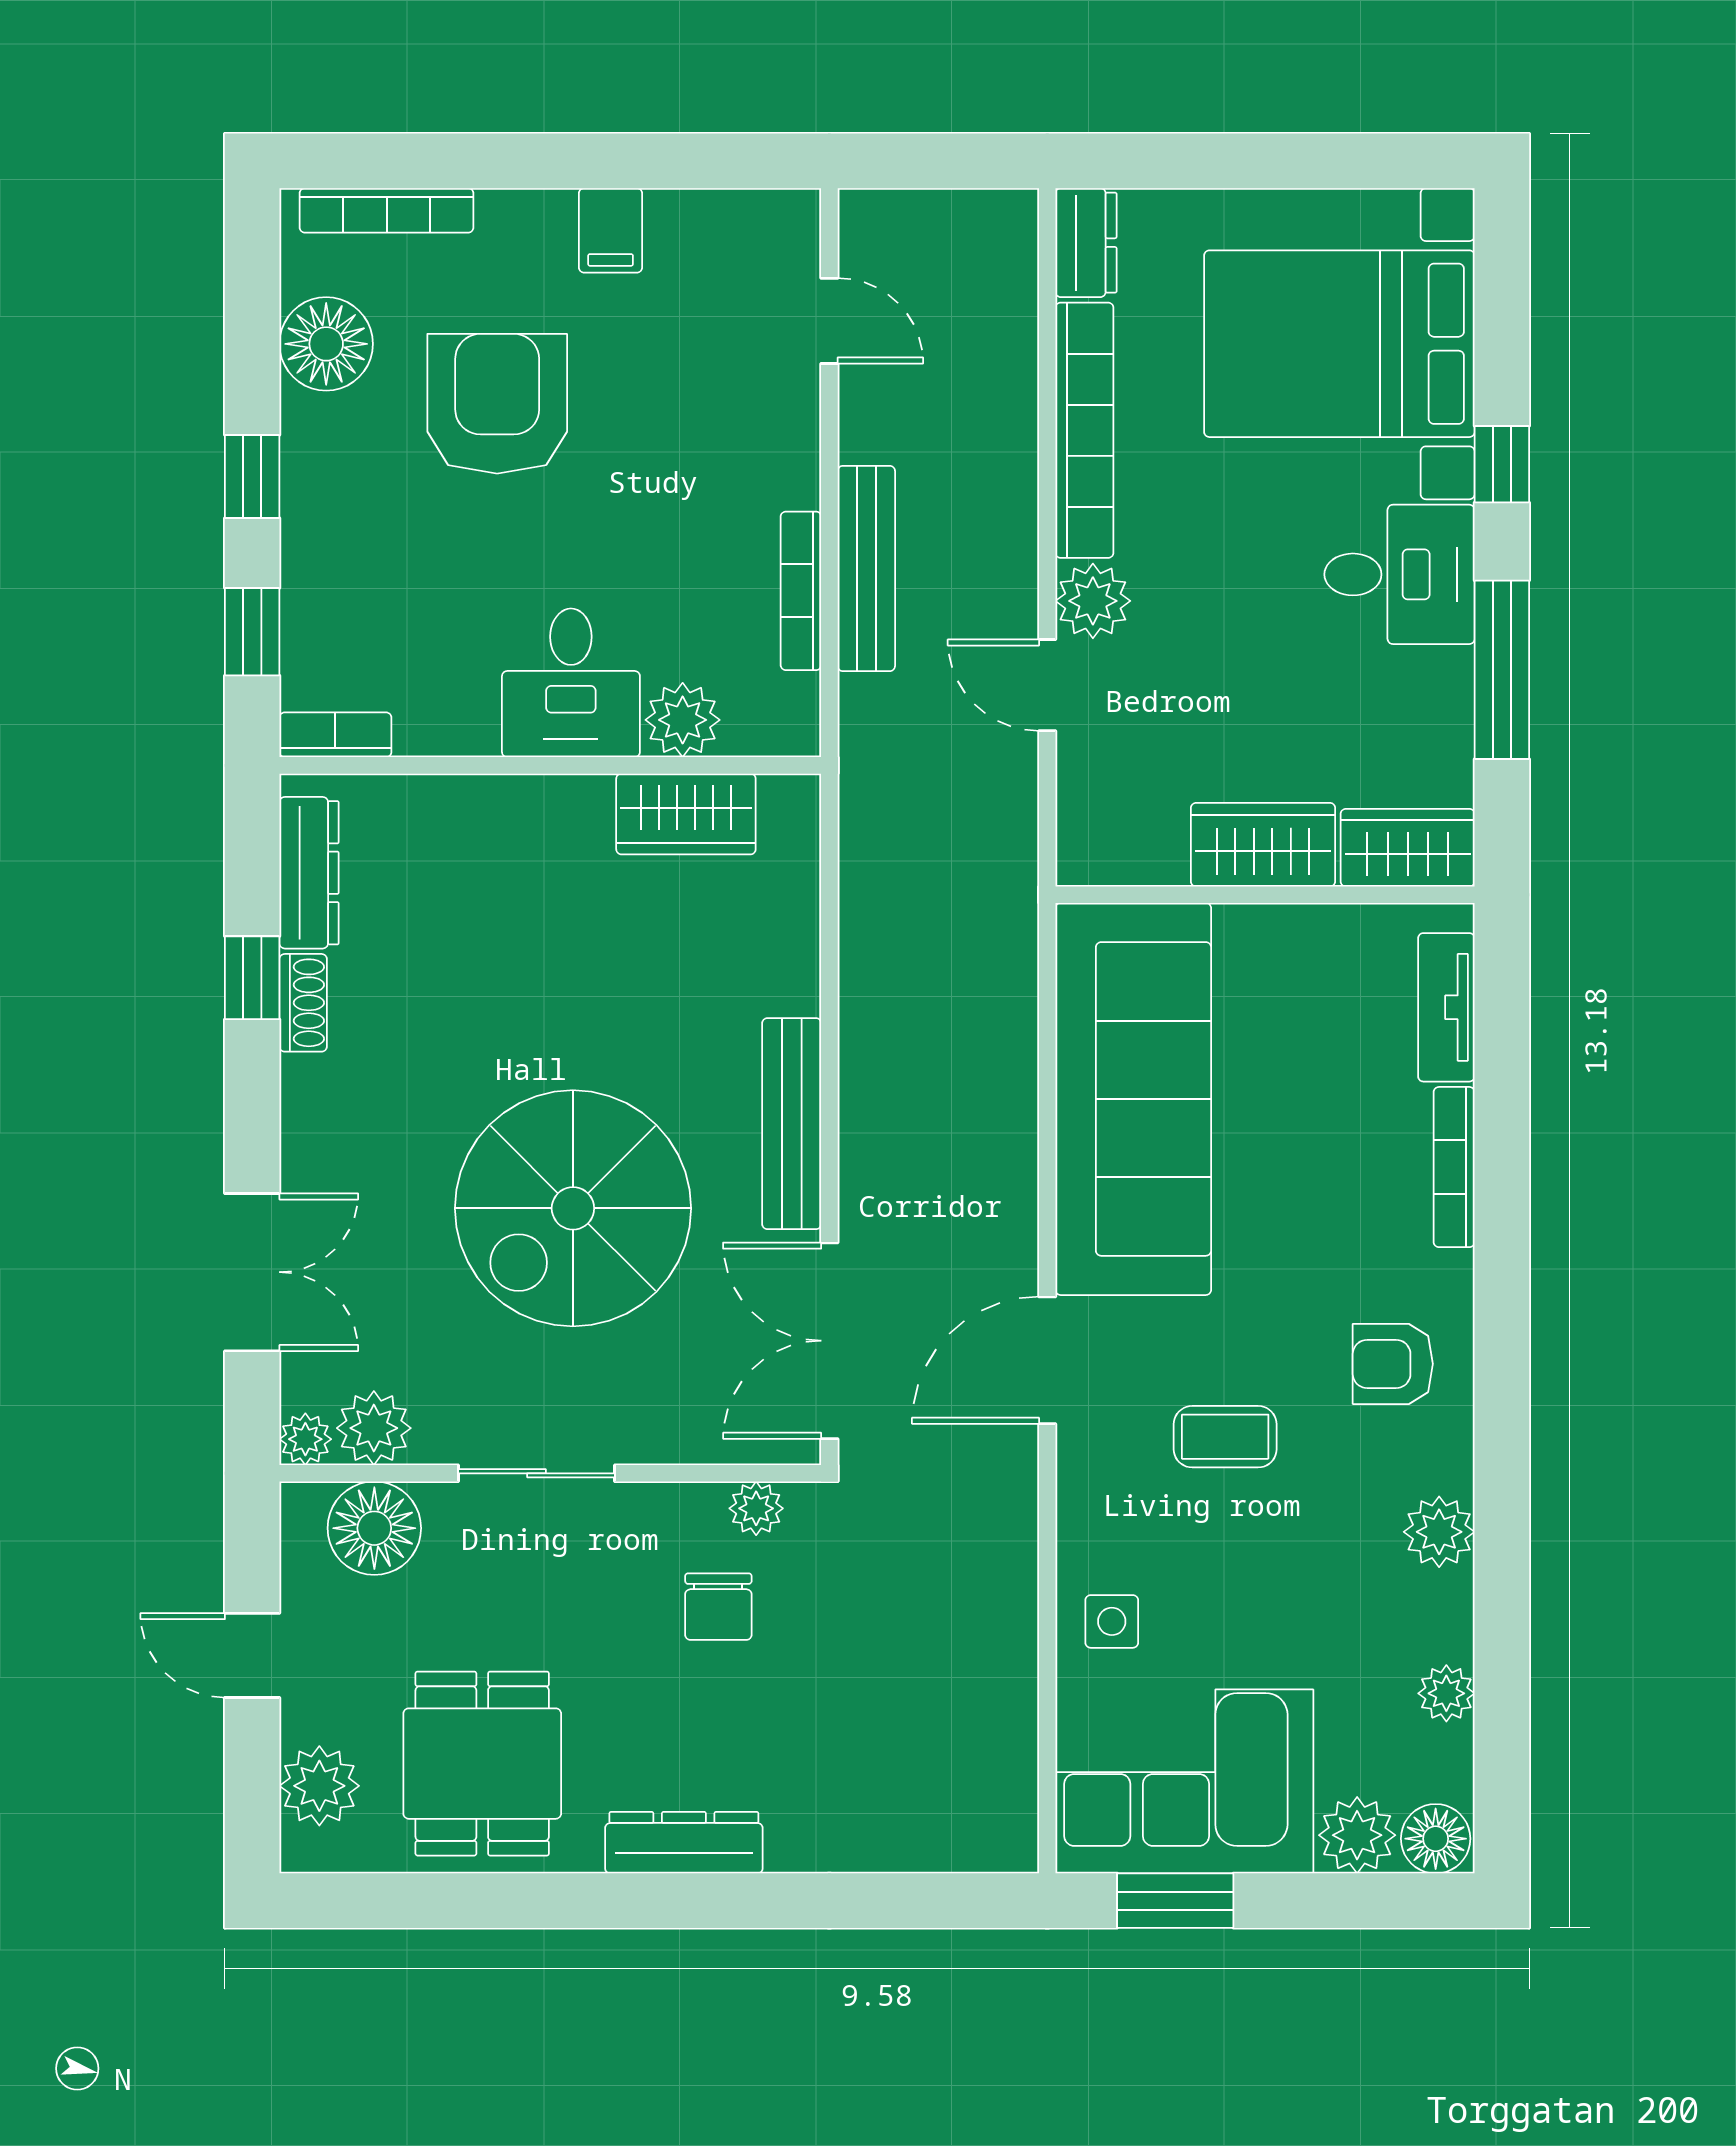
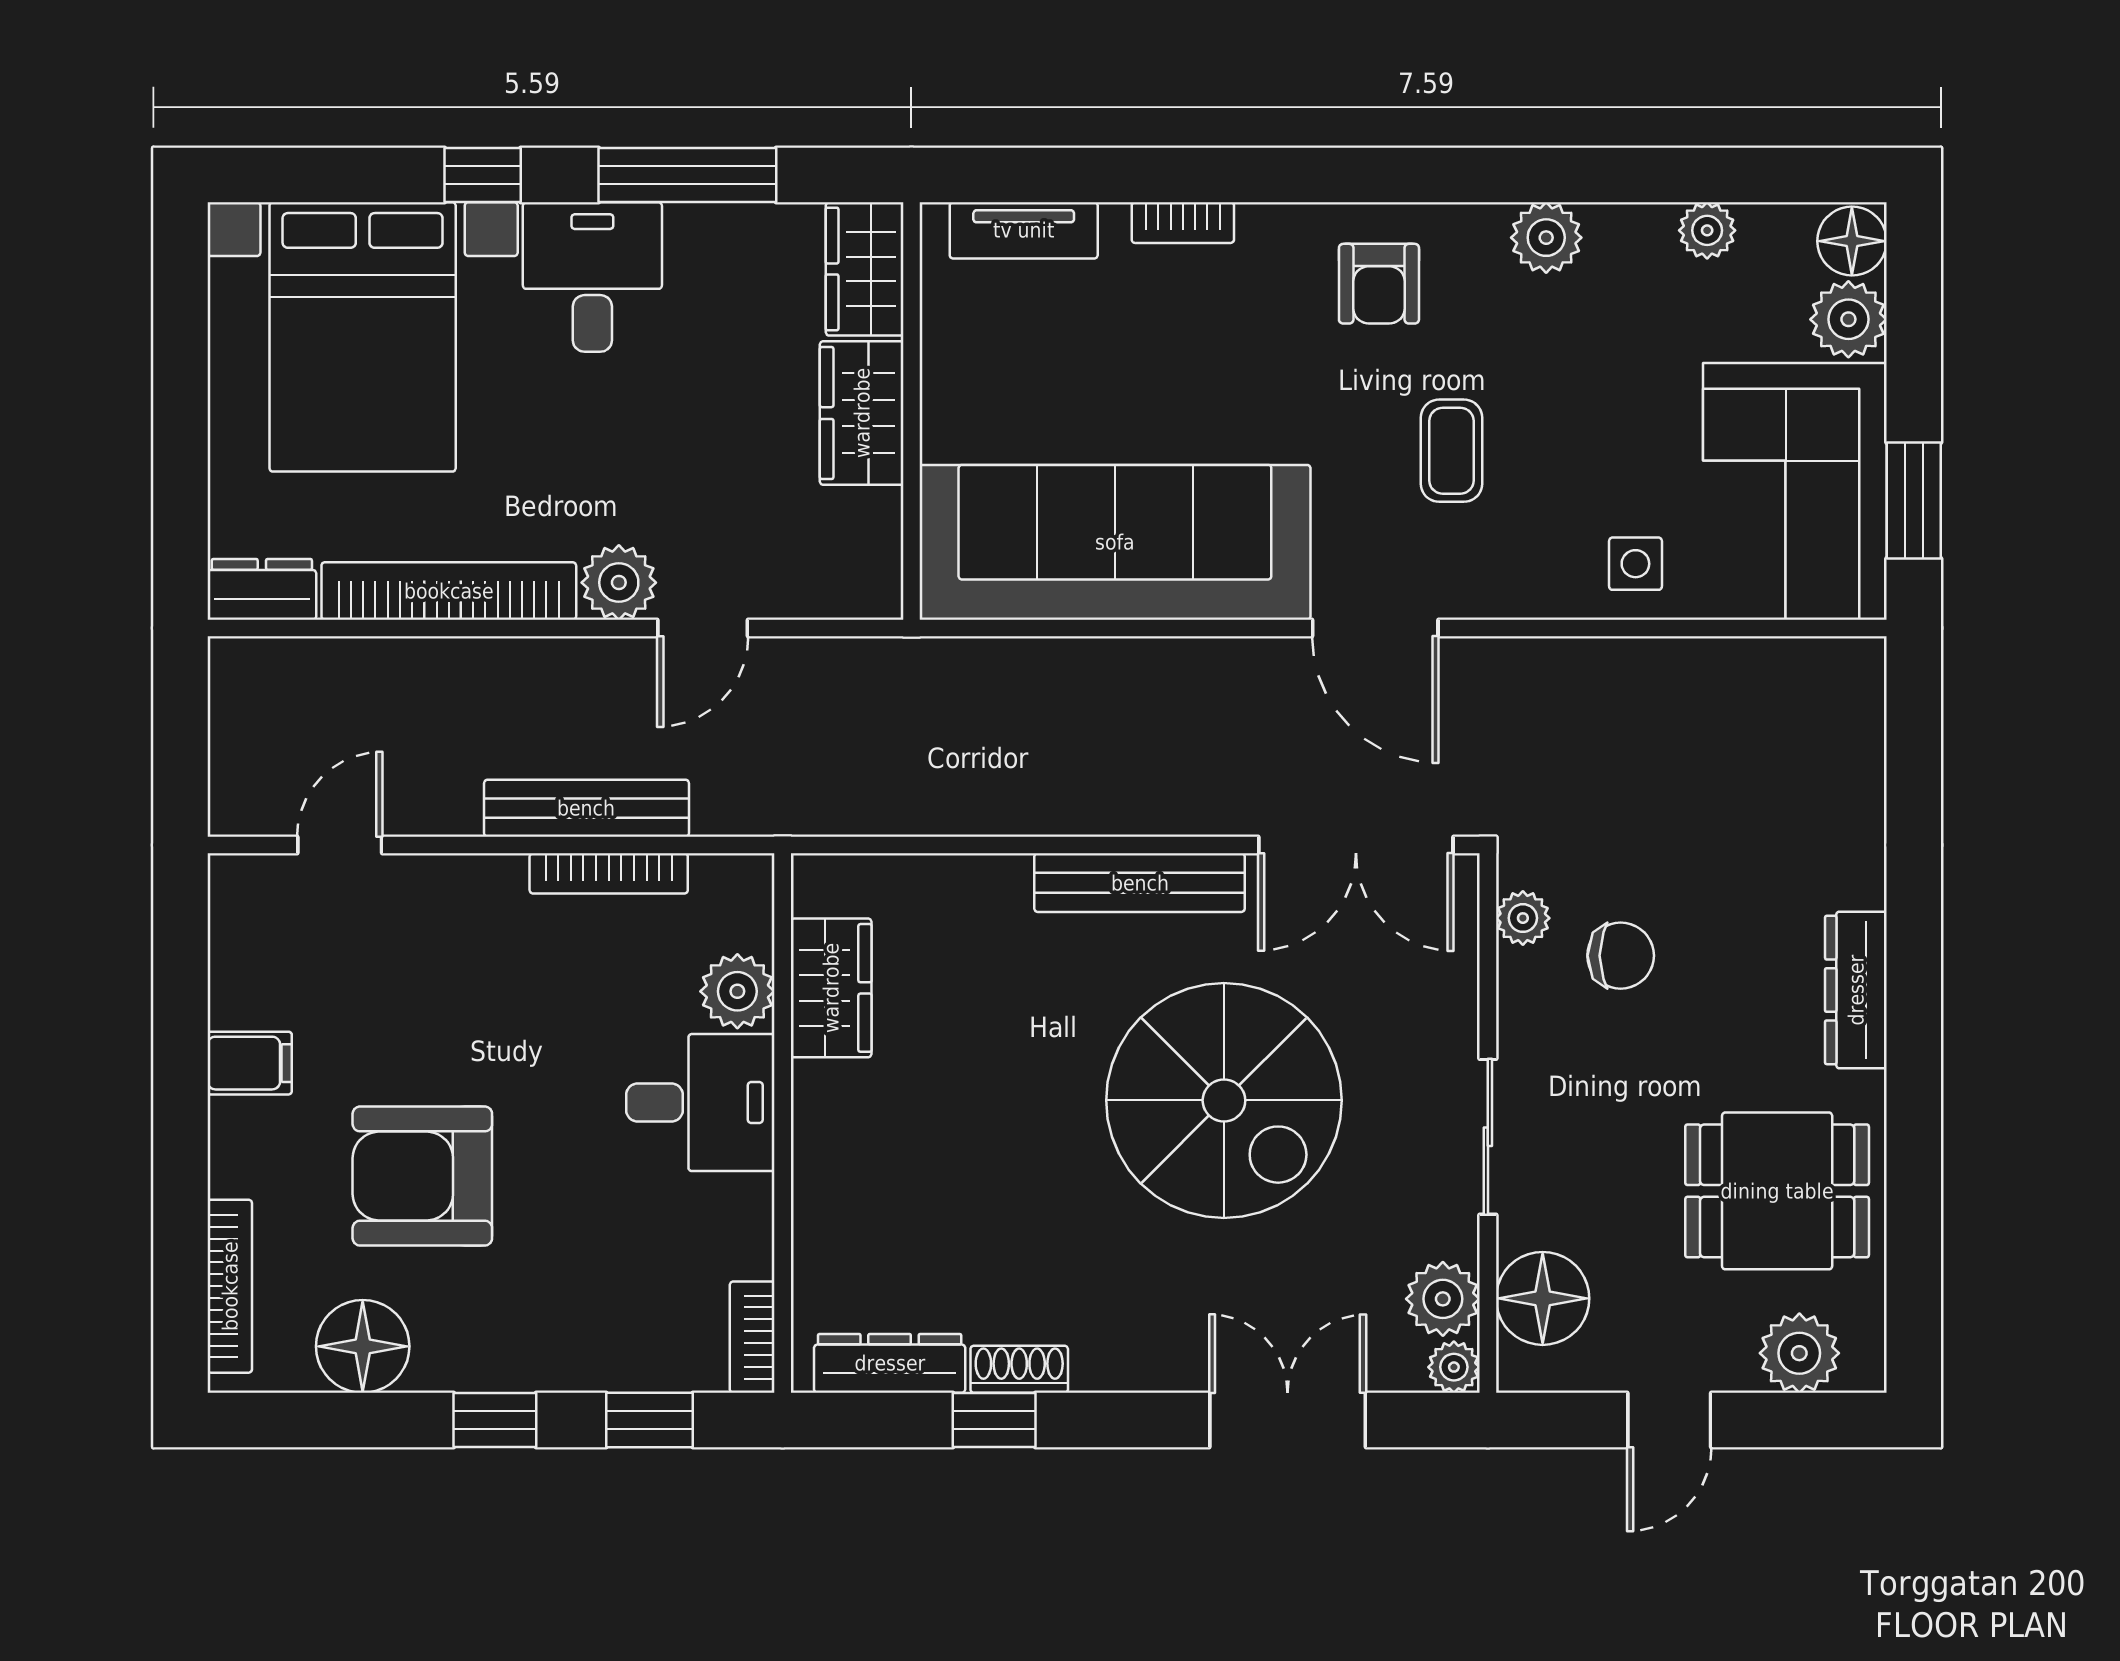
bookcase: (1454, 1167) -> (1183, 223), width x0.64

